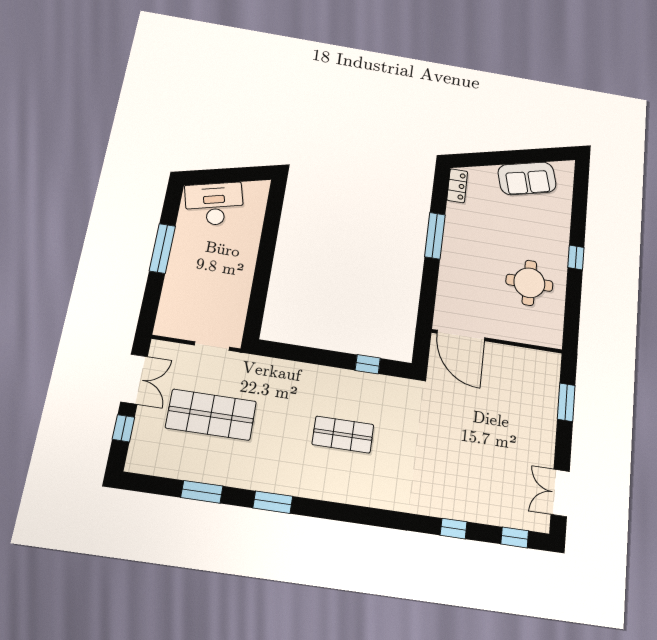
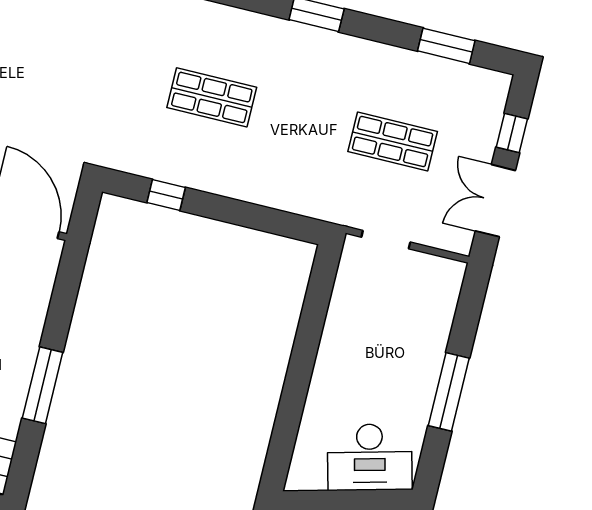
shop shelf: (211, 415) -> (393, 141), width x0.70, depth x0.74
window: (202, 492) -> (446, 46), moved

